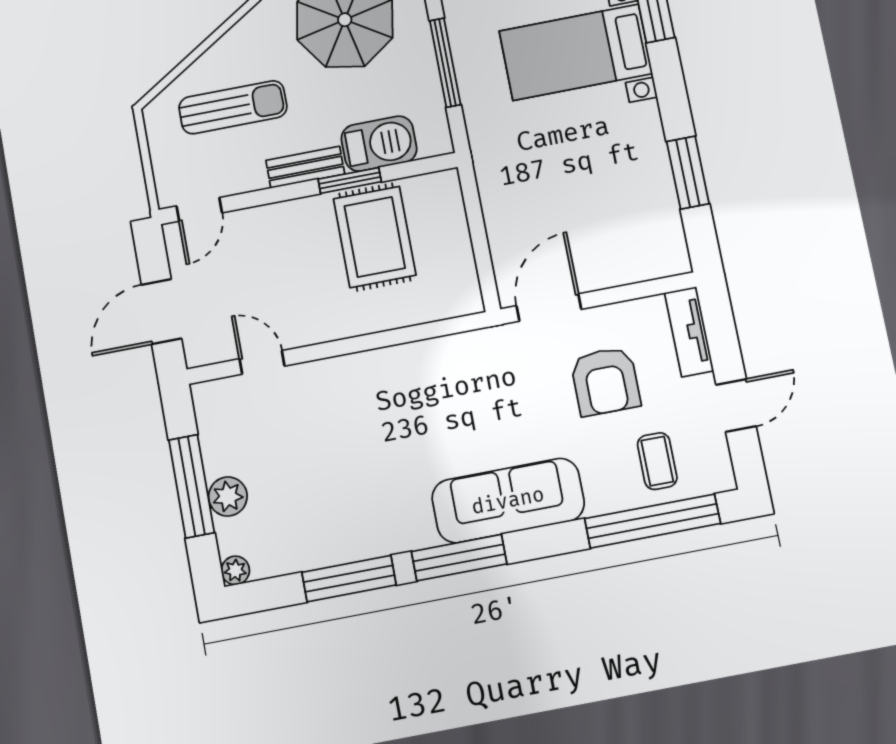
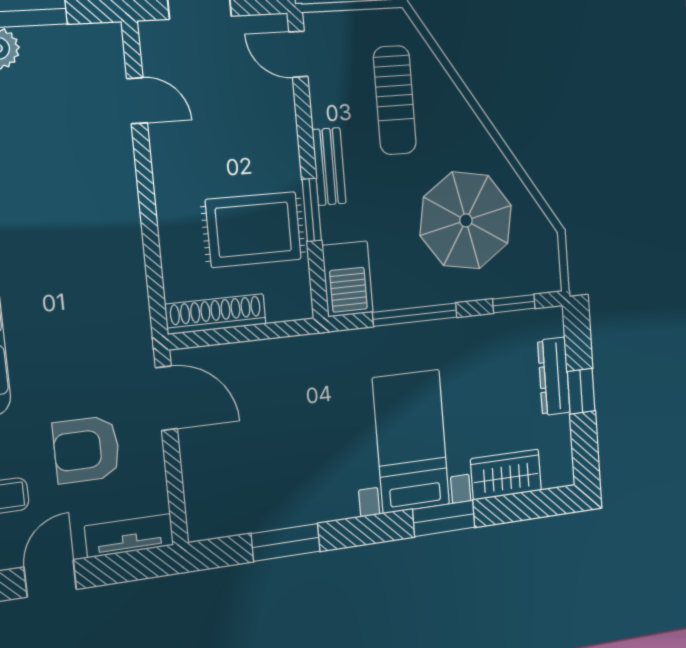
barbecue: (379, 144) -> (348, 279), moved
shoe rack: (462, 266) -> (216, 314), added
door: (262, 362) -> (137, 101), hinge flipped
door: (736, 405) -> (50, 578), swing flipped

